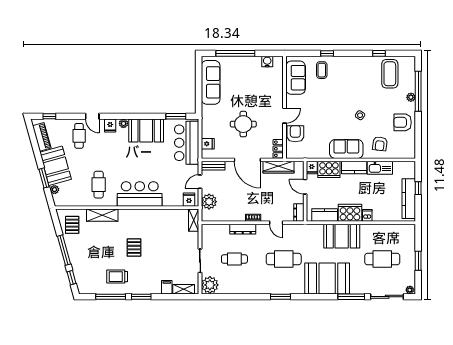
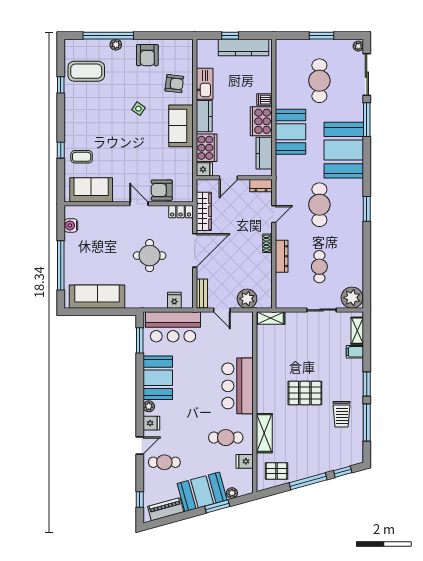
fridge: (189, 200) -> (245, 461), moved
pallet: (134, 248) -> (305, 393), width x1.50, depth x1.42

